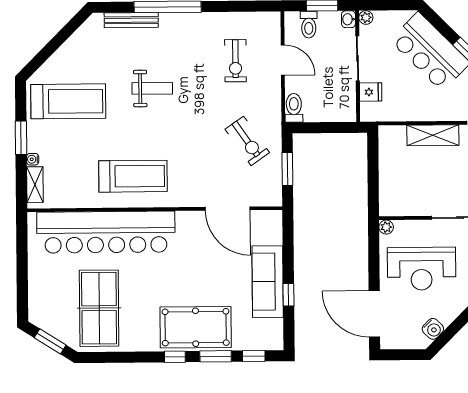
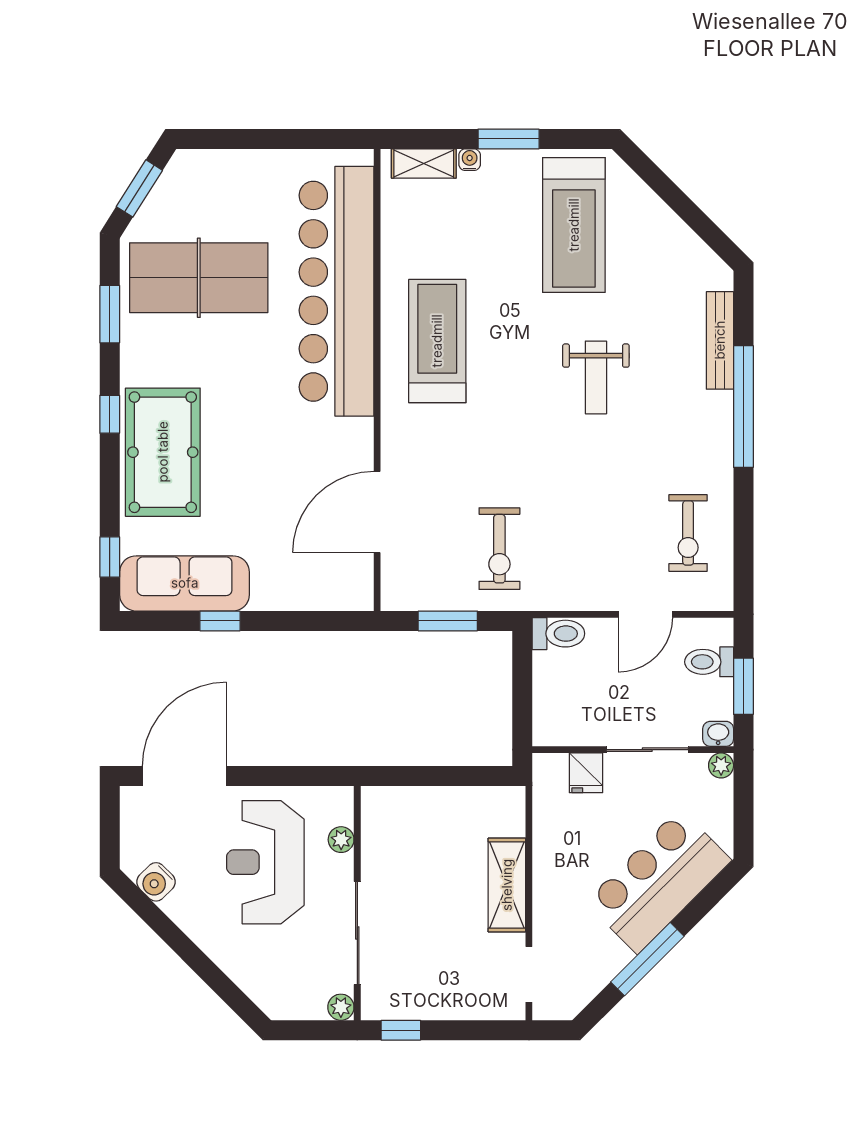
exercise bike: (235, 61) -> (688, 533), moved, turned -90
exercise bike: (247, 141) -> (499, 549), turned -55
treadmill: (133, 176) -> (437, 341), turned 180
plant: (386, 227) -> (341, 840), moved
sofa: (268, 282) -> (185, 583), moved
window: (216, 356) -> (110, 314), moved

